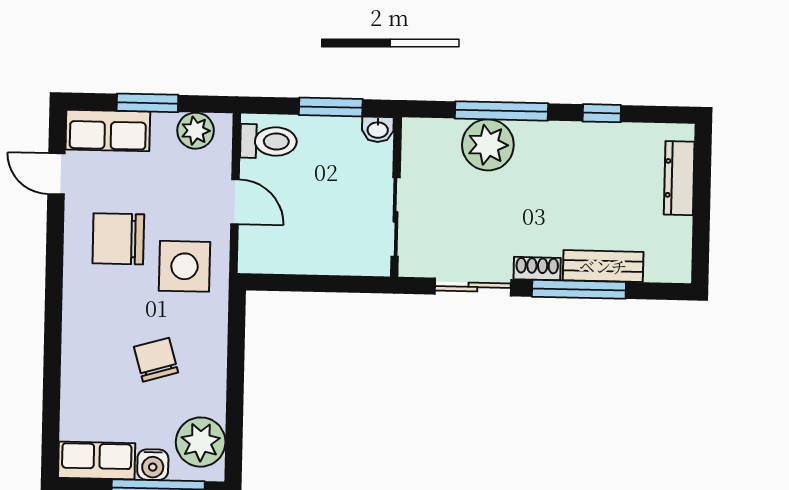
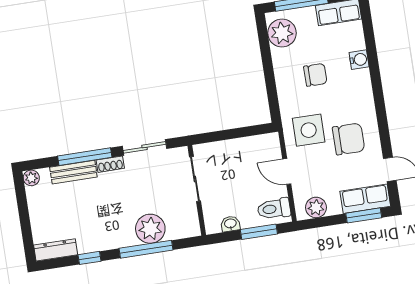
window: (147, 103) -> (364, 215), moved
window: (331, 107) -> (259, 232), moved
washbasin: (378, 129) -> (230, 224), moved
dresser: (679, 178) -> (56, 250), moved, turned -90
plant: (678, 269) -> (31, 178), added
chair: (156, 360) -> (315, 75), turned -74
water cooler: (153, 465) -> (359, 60), moved, turned 90

